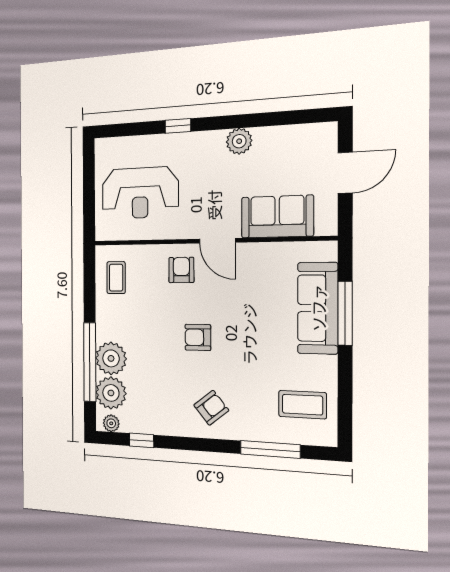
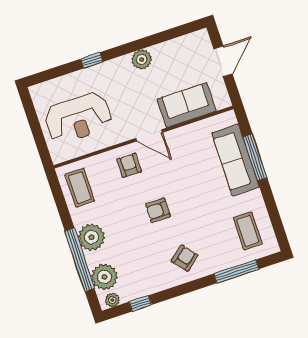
coffee table: (116, 278) -> (80, 188), width x1.36, depth x1.30
plant: (111, 358) -> (91, 237), moved
coffee table: (302, 405) -> (248, 231), turned 90

